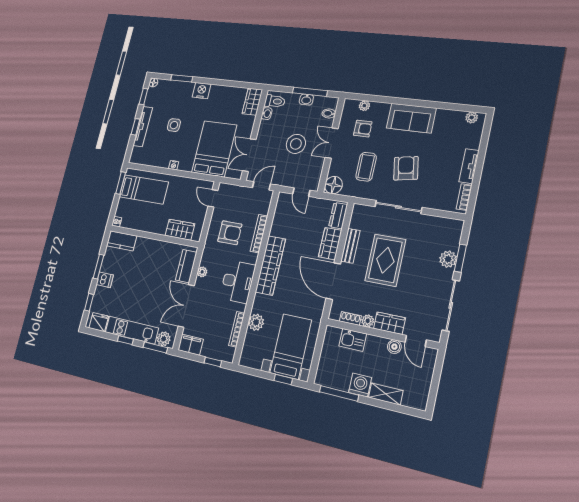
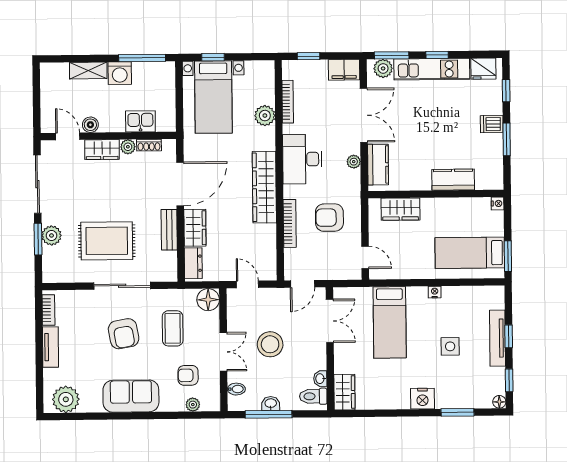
plant: (472, 118) -> (66, 399), width x1.88, depth x1.88
bed: (214, 149) -> (390, 322), width x0.67
kitchen counter: (121, 241) -> (453, 180), moved
rug: (385, 260) -> (107, 241), moved, turned 90
door: (333, 281) -> (180, 184), hinge flipped

